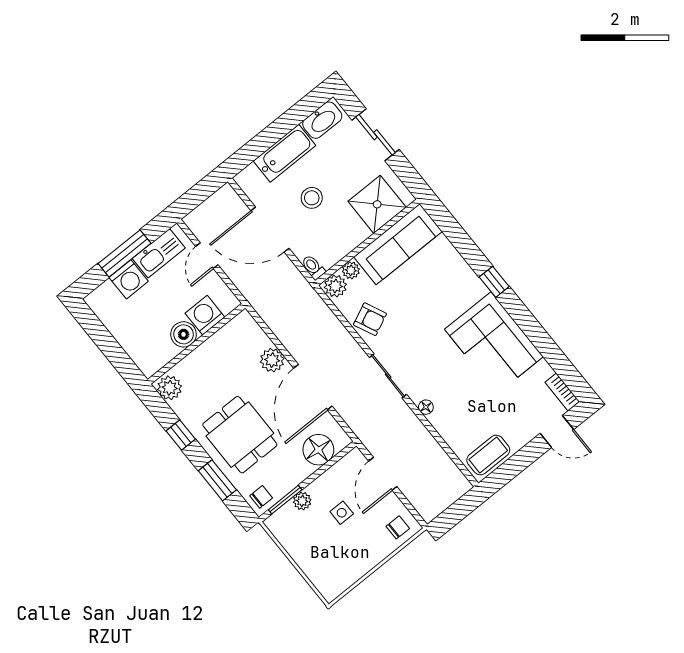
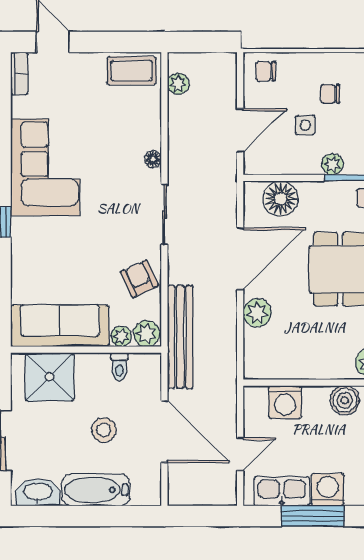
toilet: (313, 267) -> (119, 367), moved
bench: (311, 302) -> (180, 337), added
boiler: (184, 334) -> (345, 400), moved
plant: (450, 471) -> (178, 84), added
chair: (342, 547) -> (330, 94), added

